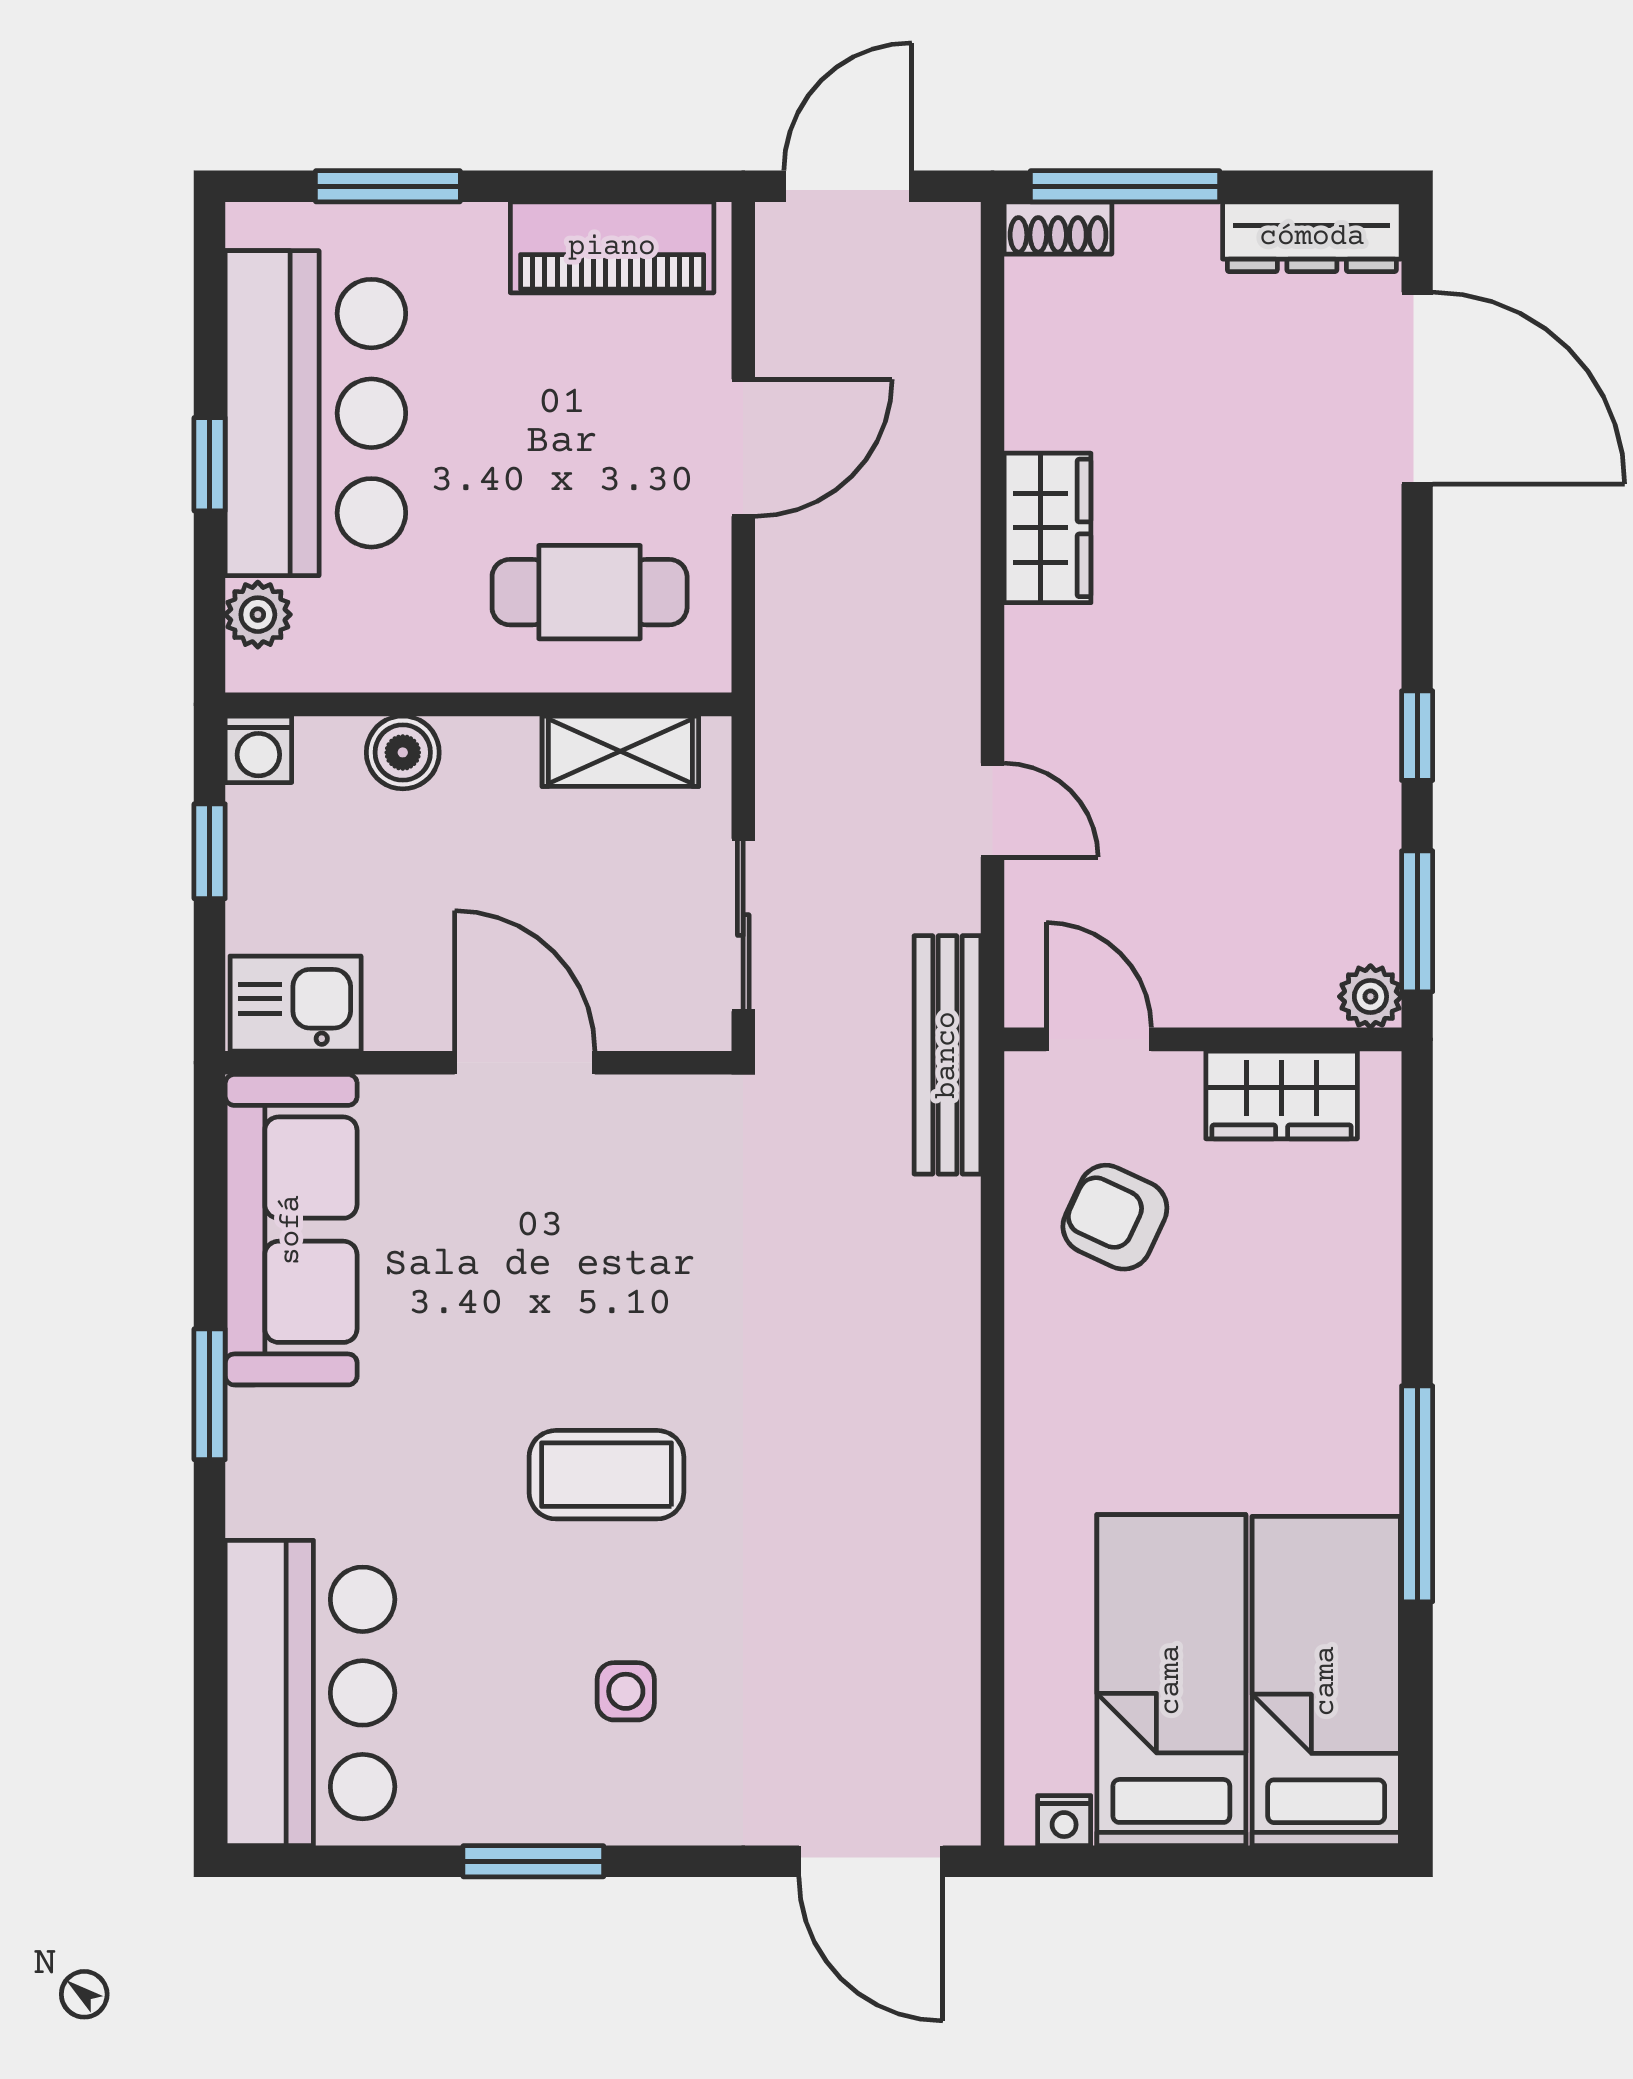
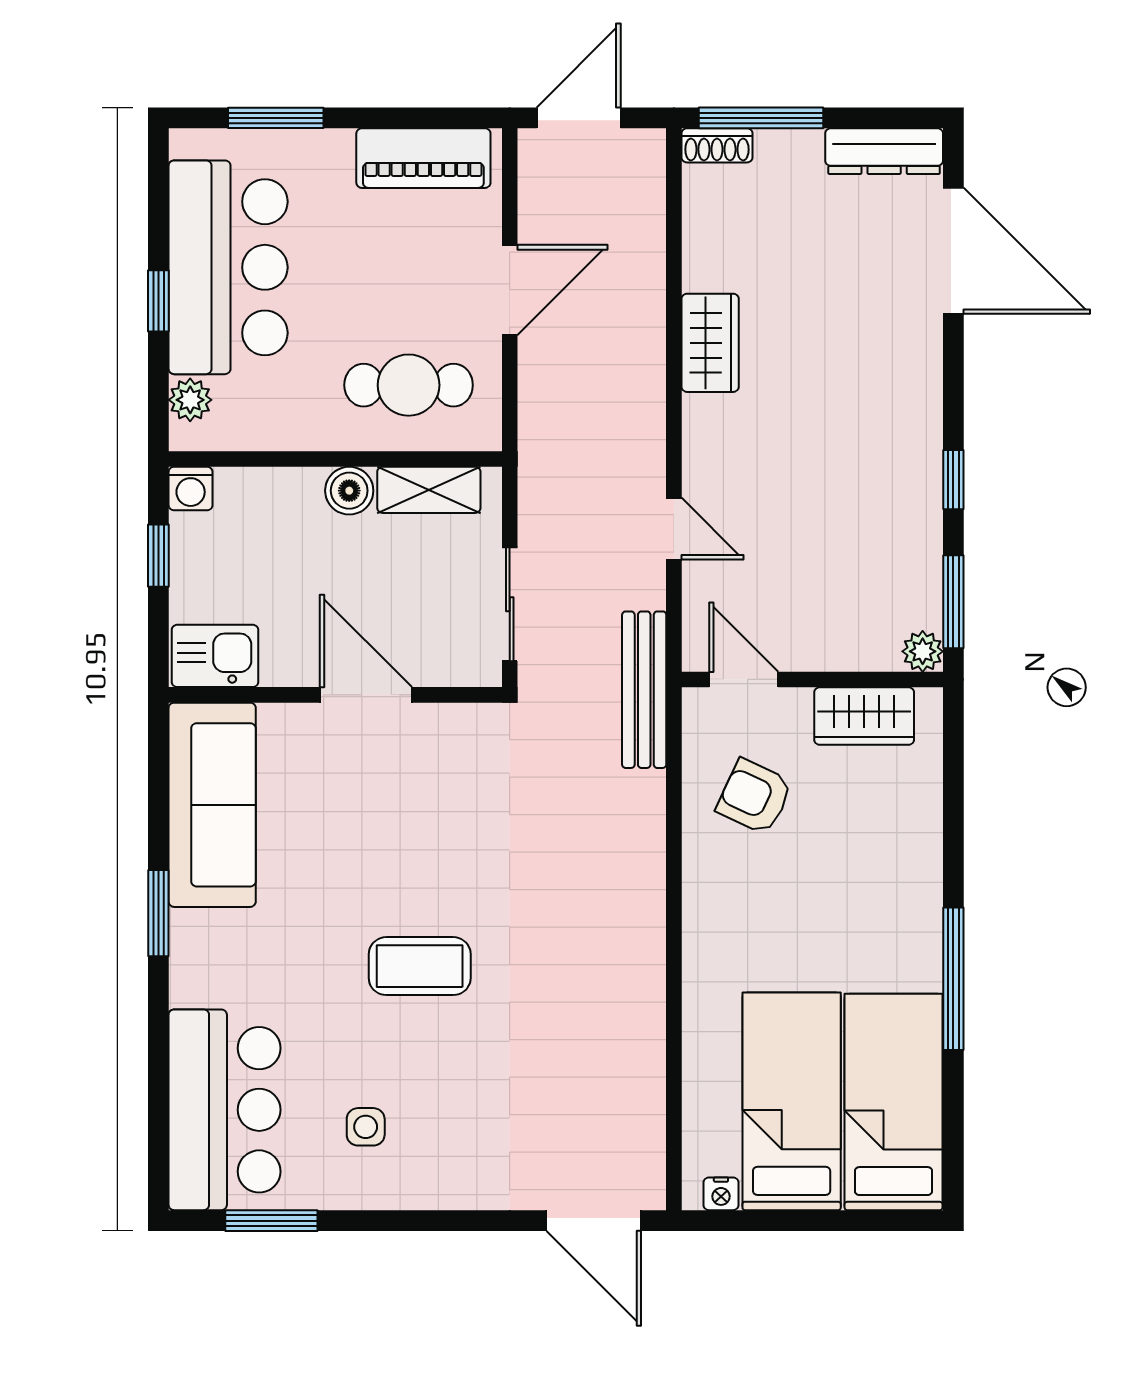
boiler: (403, 752) -> (349, 491), moved
side table: (626, 1691) -> (366, 1127), moved
window: (533, 1861) -> (271, 1221), moved

